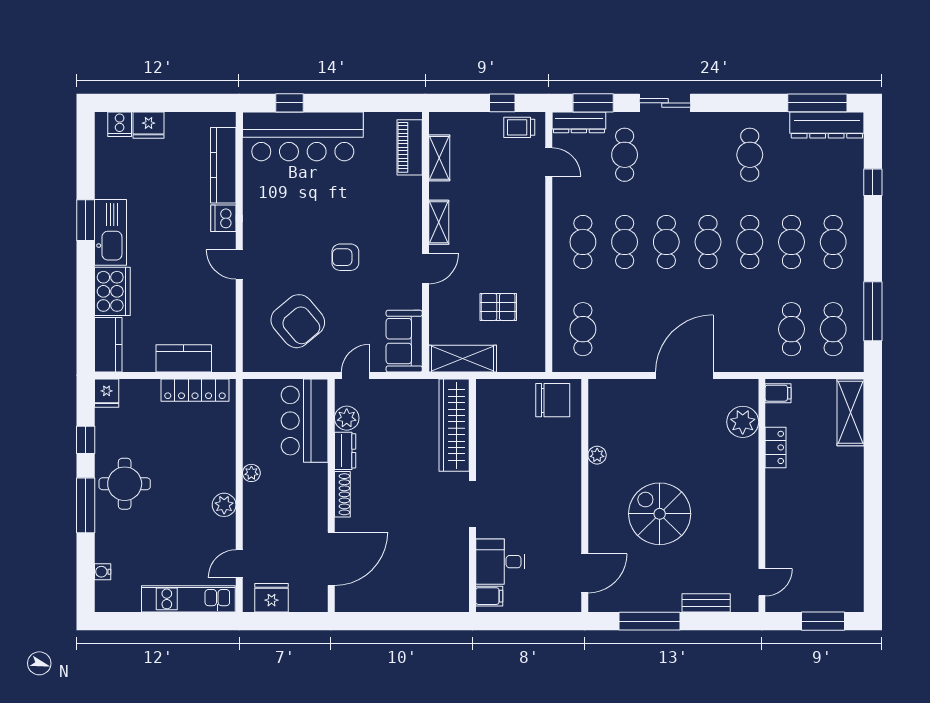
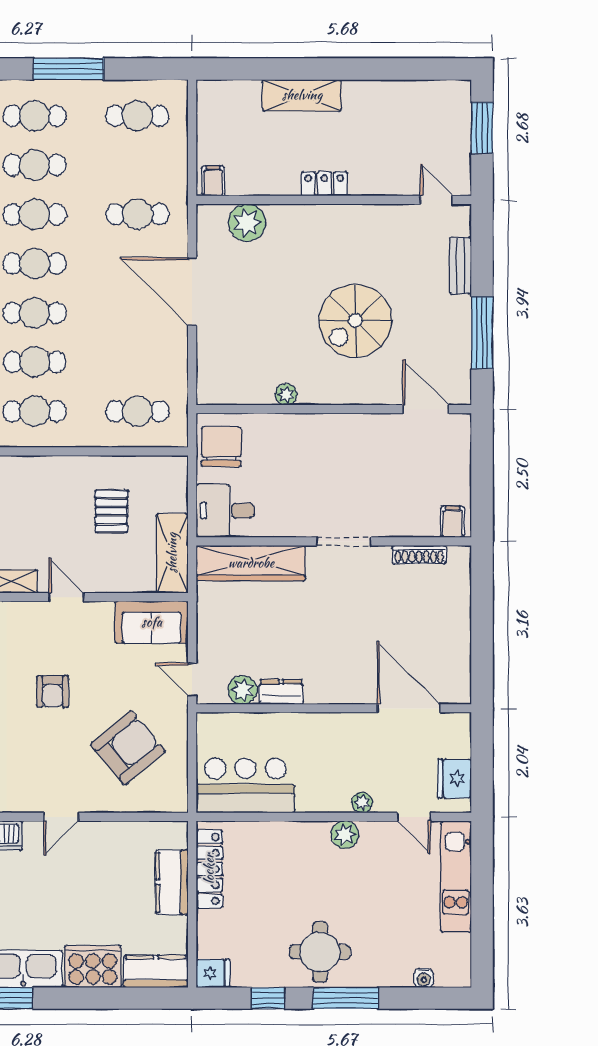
window: (873, 311) -> (69, 69), moved
cafe table: (791, 329) -> (137, 214), moved
shelving: (851, 412) -> (302, 95), moved
bar counter: (305, 421) -> (245, 785), moved, turned 180
locker: (776, 447) -> (324, 184), moved
plant: (251, 473) -> (362, 802), moved
shoe rack: (342, 494) -> (419, 555), moved, turned 180
desk: (500, 562) -> (225, 511), moved, turned 90

